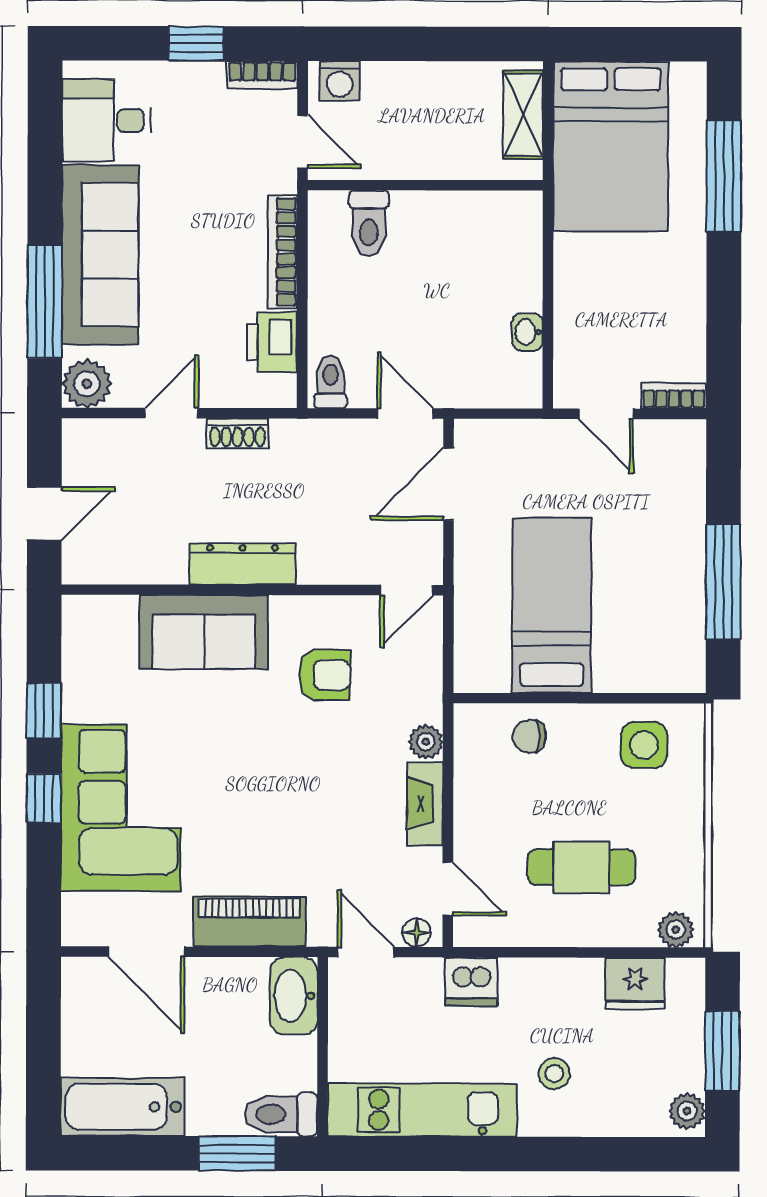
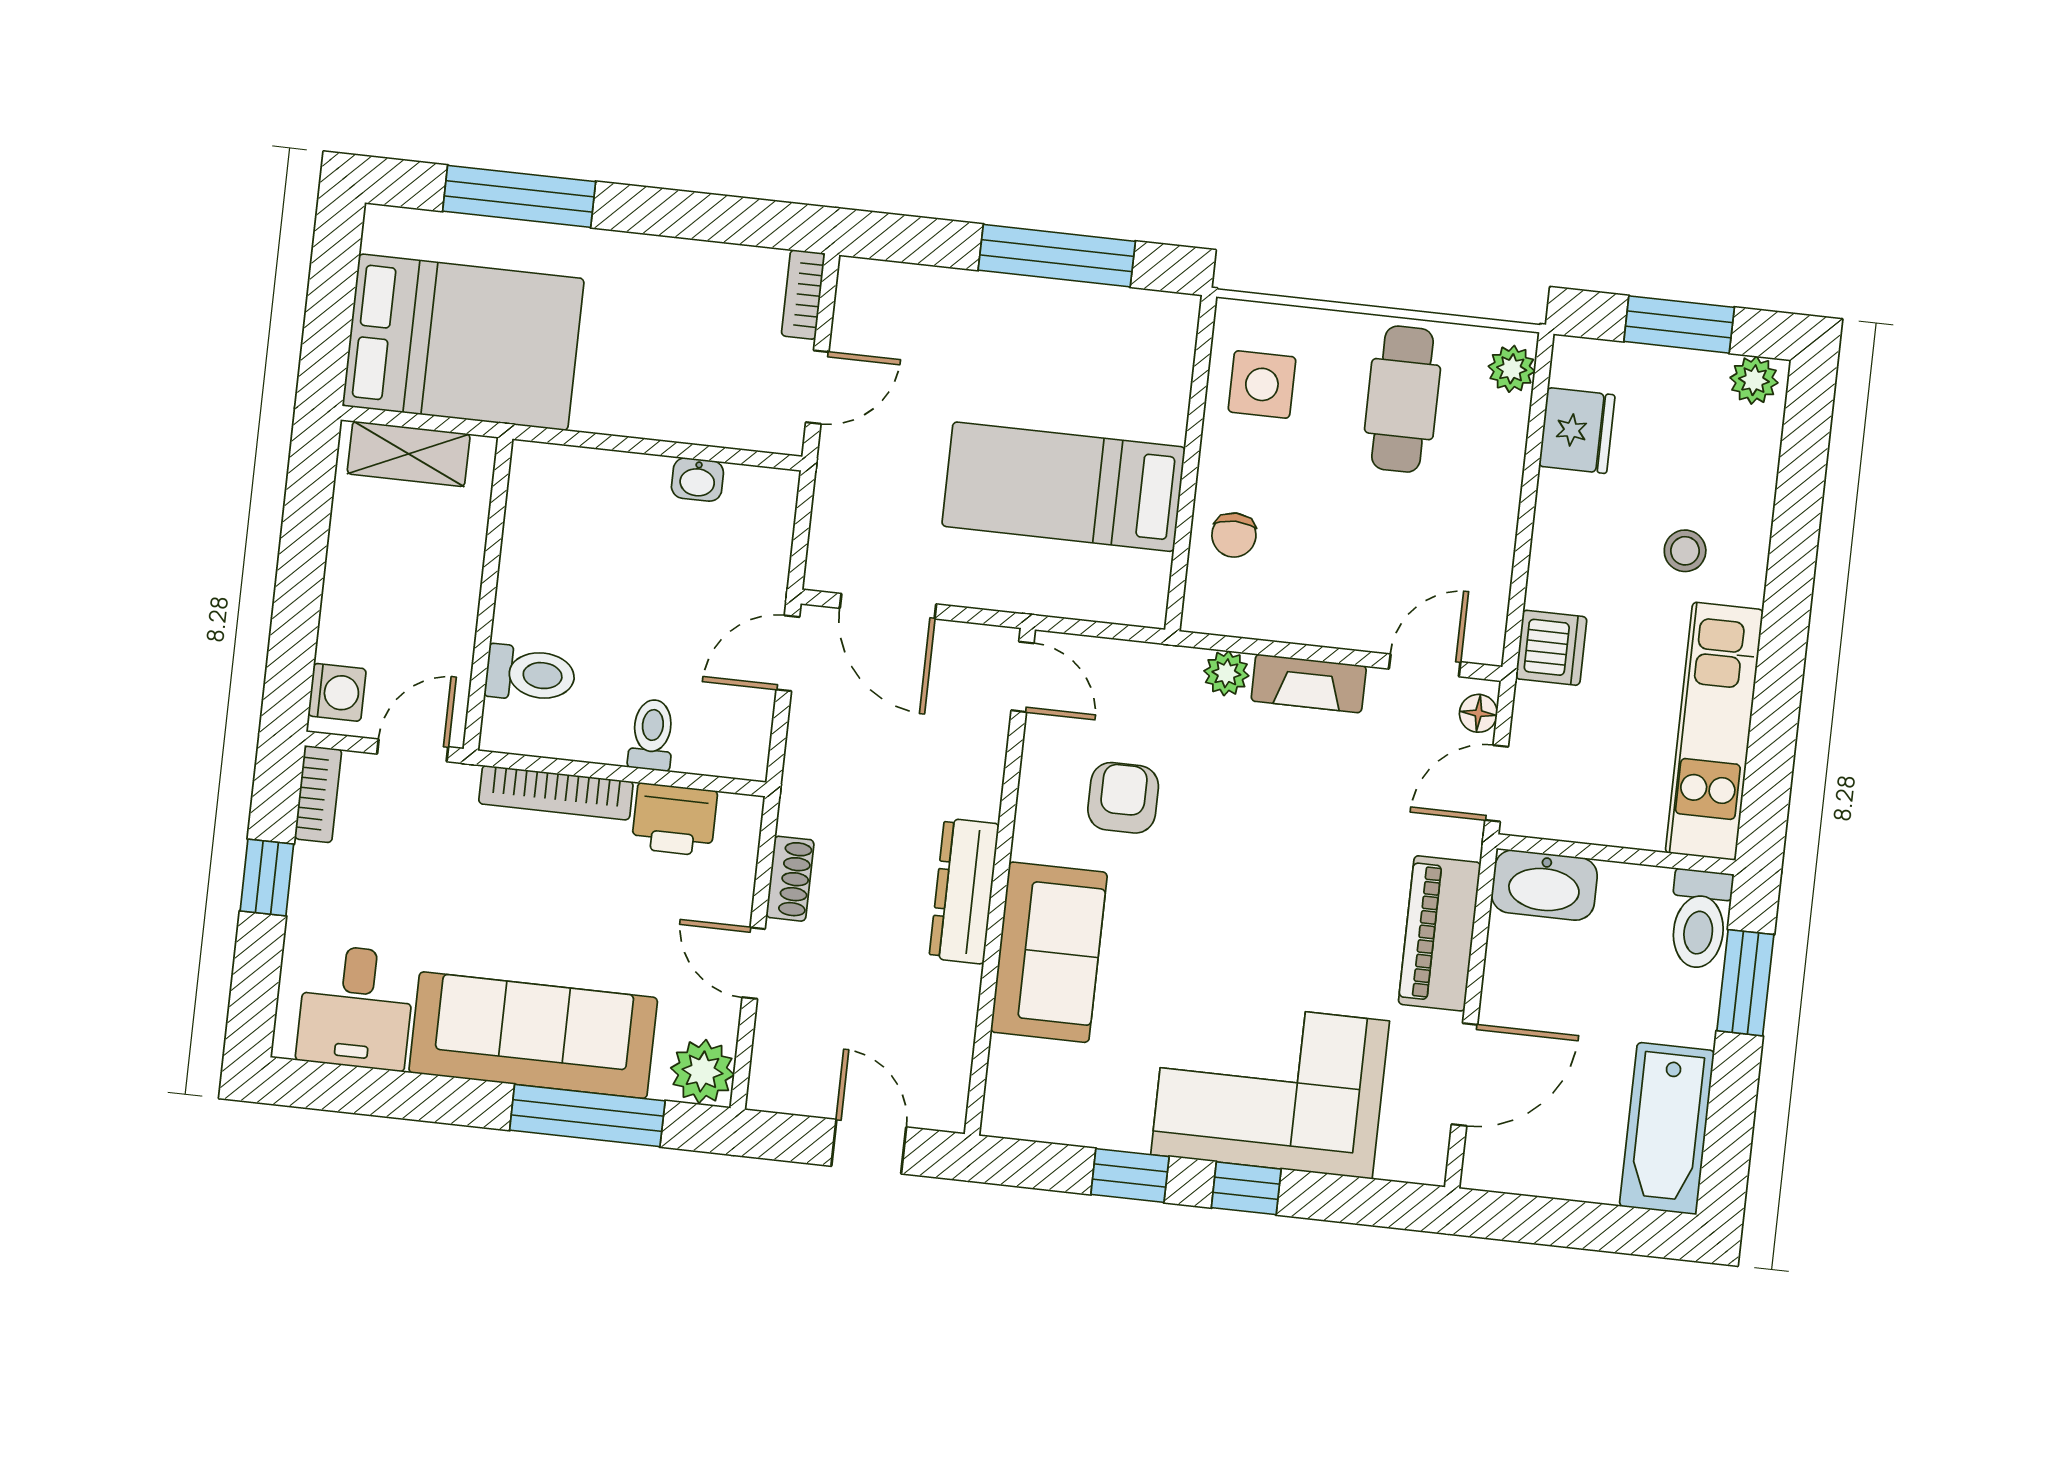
toilet: (330, 382) -> (652, 735), moved, turned 90
cafe table: (582, 867) -> (1402, 399), moved

